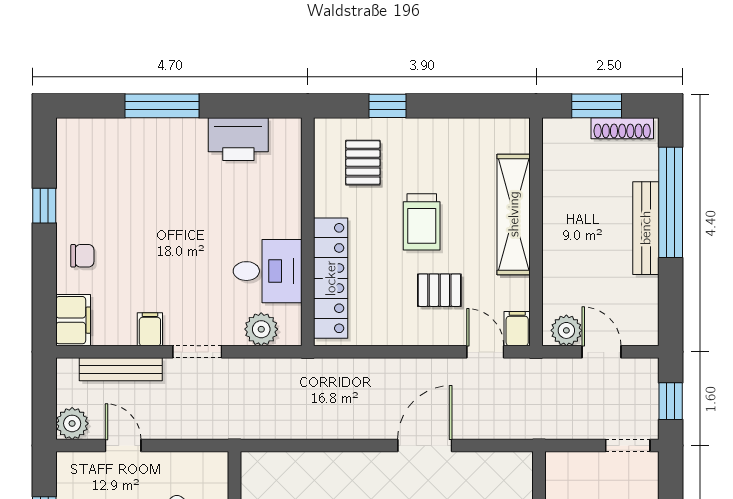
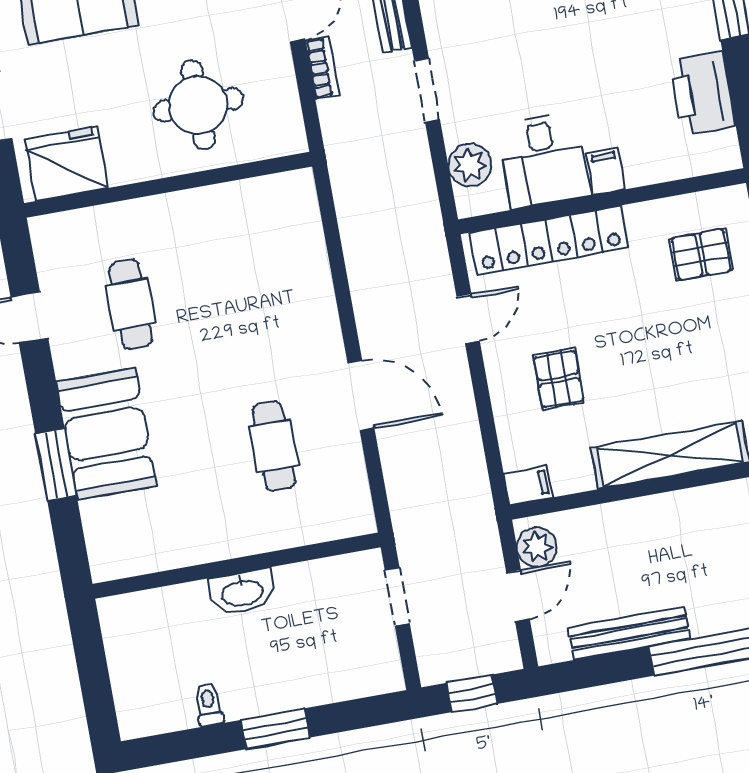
trolley: (422, 222) -> (640, 342), removed
bench: (646, 228) -> (629, 633), moved
filing cabinet: (150, 329) -> (606, 171), moved, turned -90
door: (485, 352) -> (468, 319), moved
bookcase: (165, 430) -> (322, 68), added
doorway: (628, 445) -> (397, 597), moved

